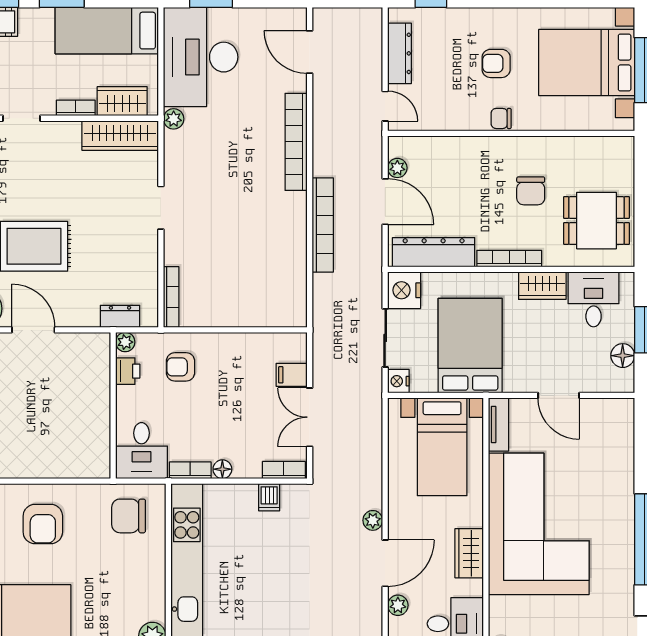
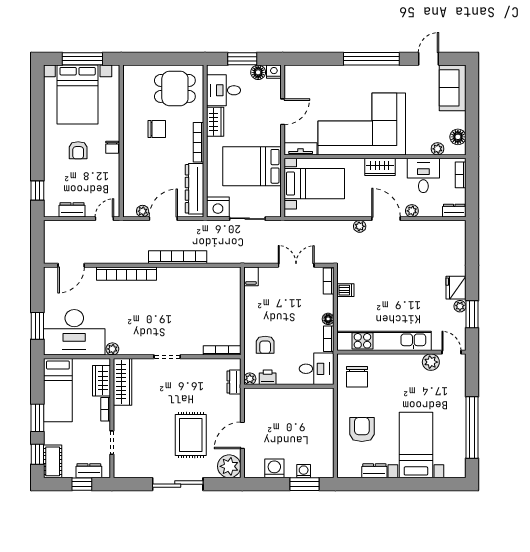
dresser: (400, 53) -> (72, 210), width x0.70
dining table: (596, 221) -> (175, 88), turned 90
filing cabinet: (292, 375) -> (251, 276), moved
nightstand: (398, 381) -> (274, 72), moved, turned 180
double door: (310, 417) -> (296, 265), swing flipped
armchair: (43, 524) -> (362, 430), turned -90

